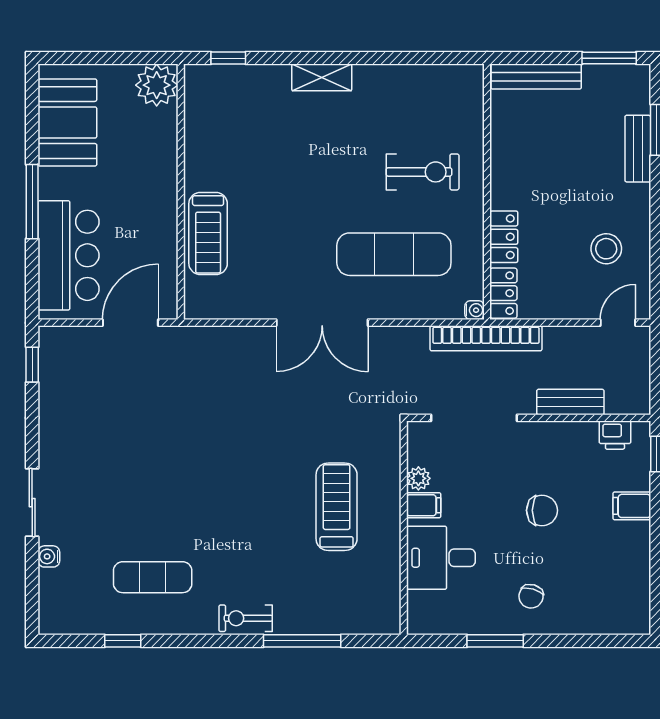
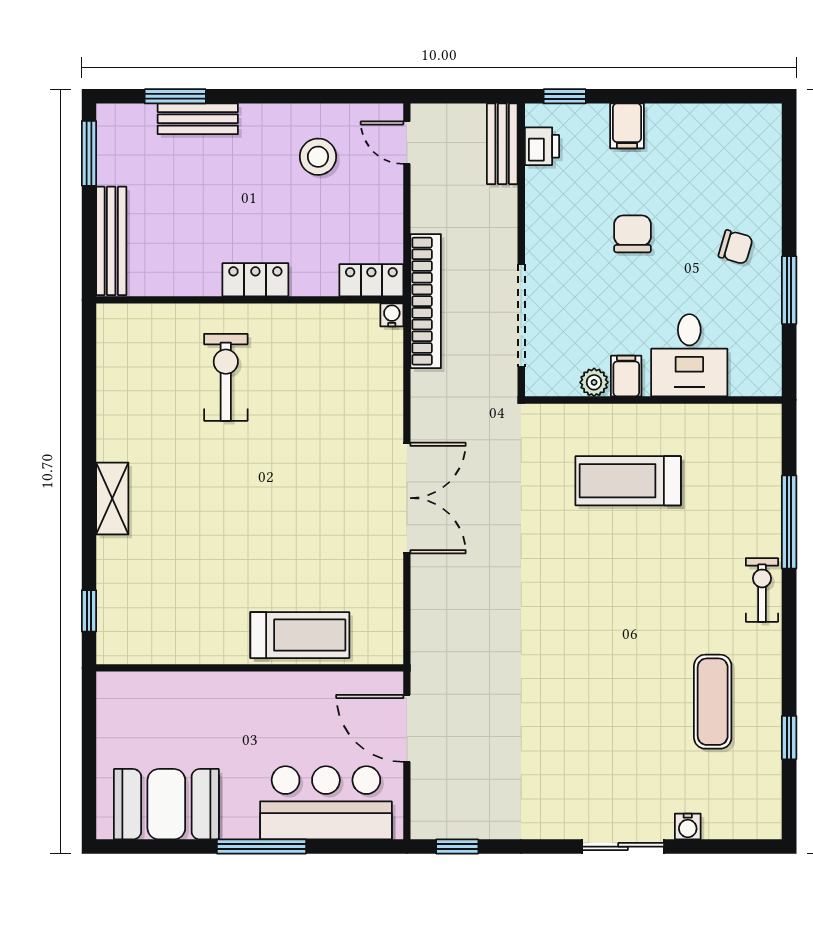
plant: (157, 85) -> (121, 697), removed
locker: (504, 237) -> (255, 280), moved
exercise mat: (394, 254) -> (325, 412), removed
bench: (570, 402) -> (502, 144), moved
exercise bike: (246, 618) -> (762, 590), turned 180

